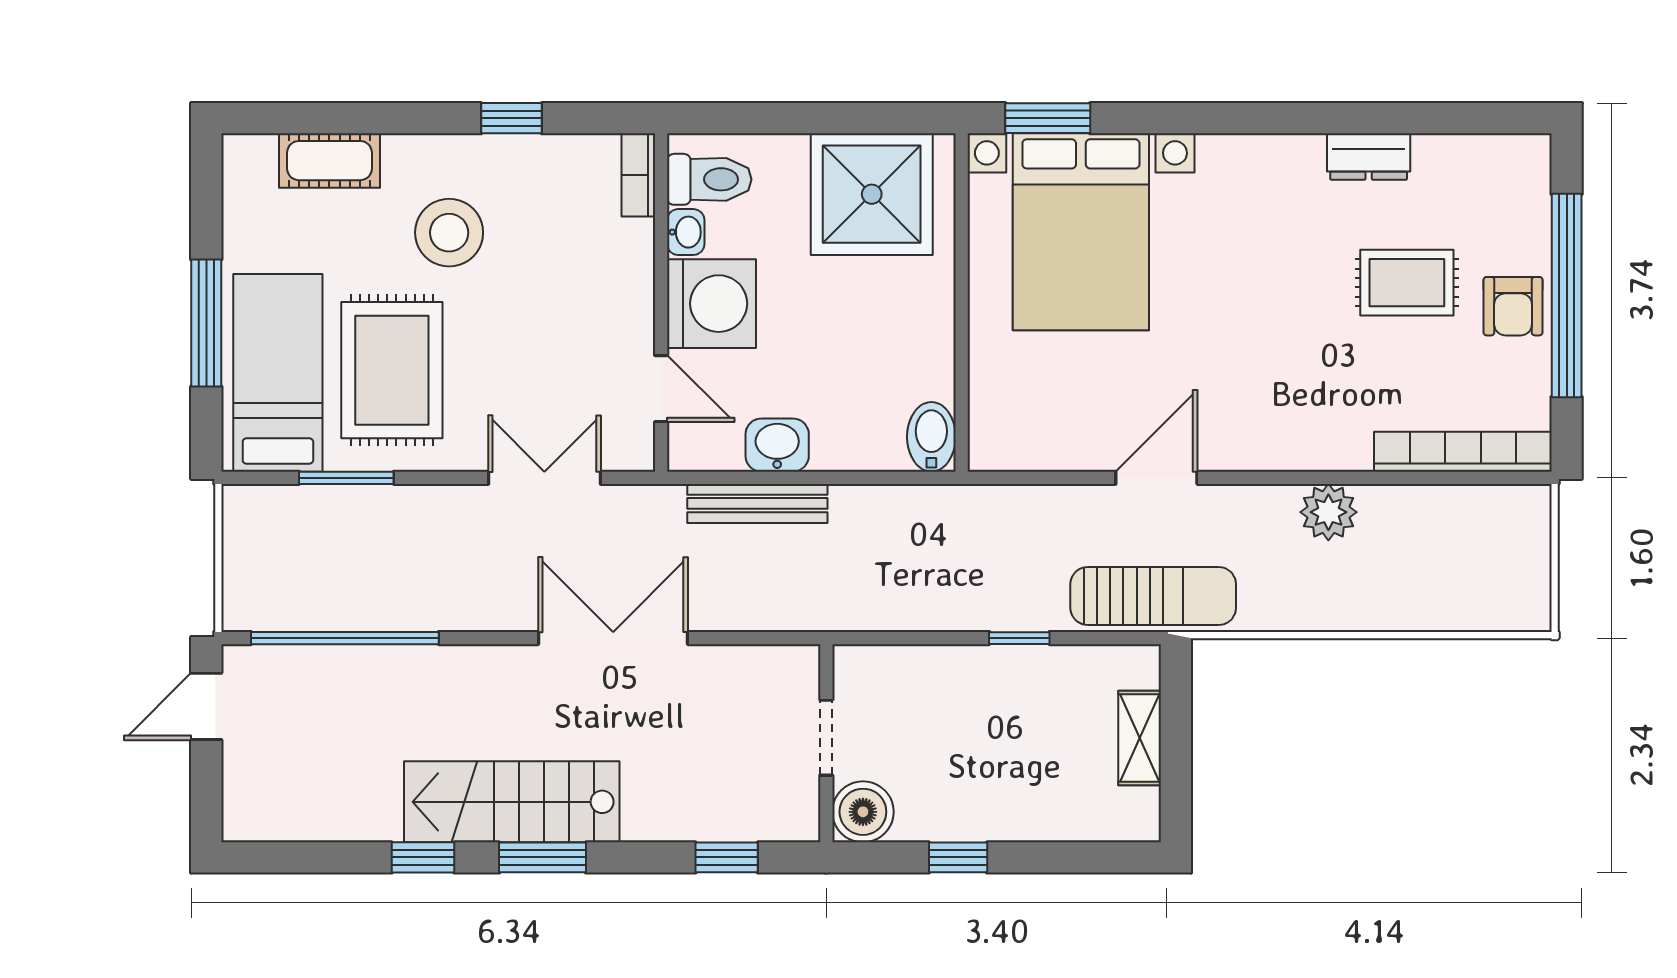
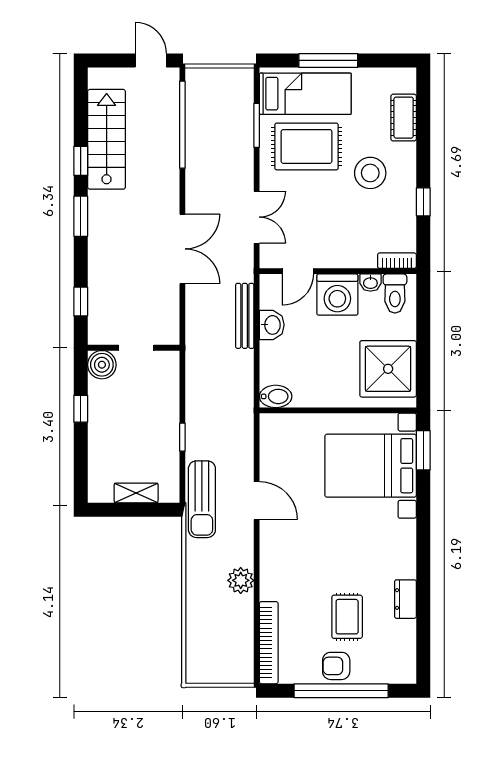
stairs: (512, 802) -> (107, 139), moved

